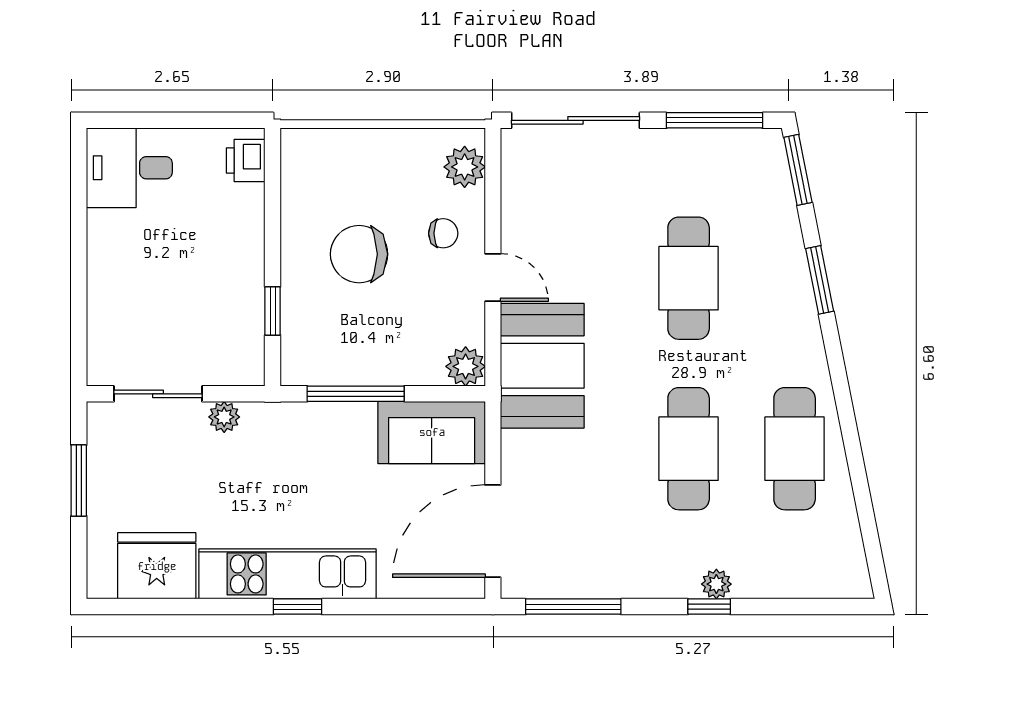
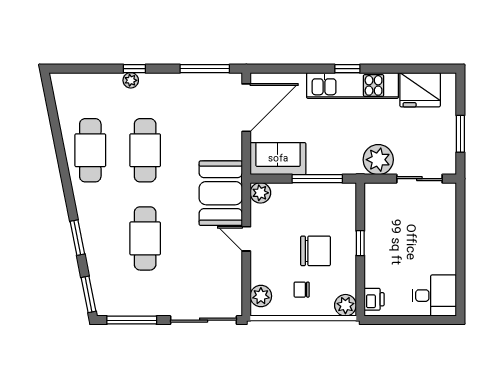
plant: (301, 149) -> (345, 305), added
chair: (443, 233) -> (302, 290), moved
window: (273, 311) -> (360, 243), moved
plant: (224, 417) -> (378, 160), width x1.88, depth x1.88

